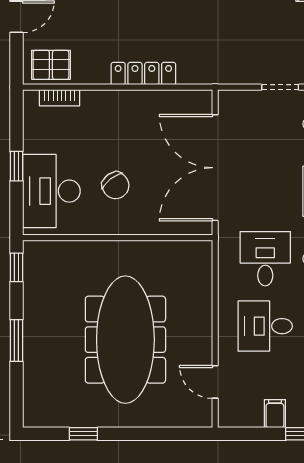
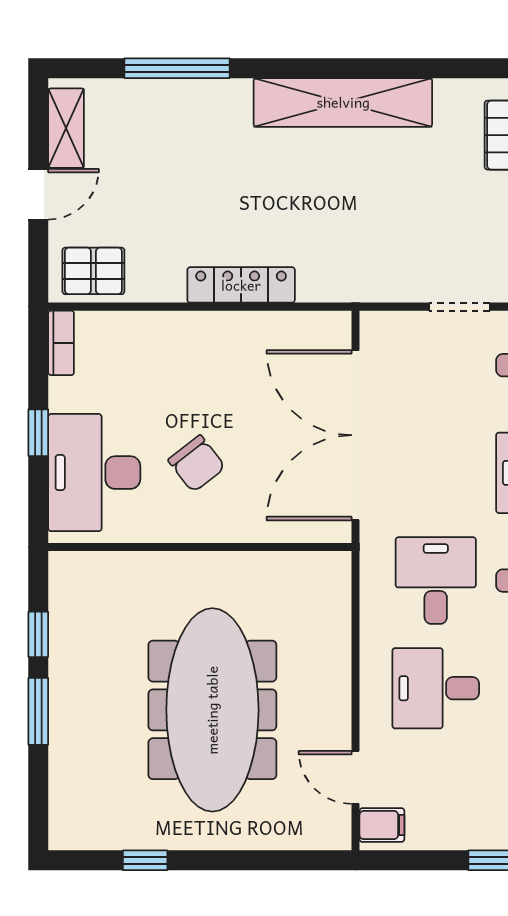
bookcase: (59, 98) -> (61, 343), moved, turned -90
window: (16, 267) -> (38, 634), moved
filing cabinet: (275, 414) -> (382, 825), moved, turned 90

